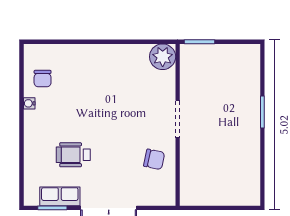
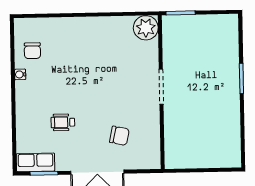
wheelchair: (73, 155) -> (63, 122), width x0.73, depth x0.73
chair: (154, 159) -> (119, 136), moved
row of seats: (60, 196) -> (36, 162), moved

